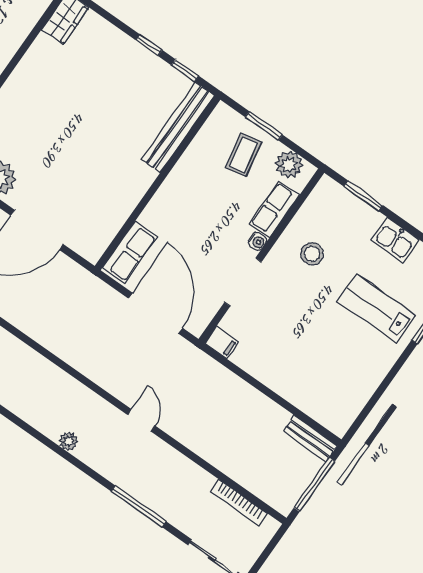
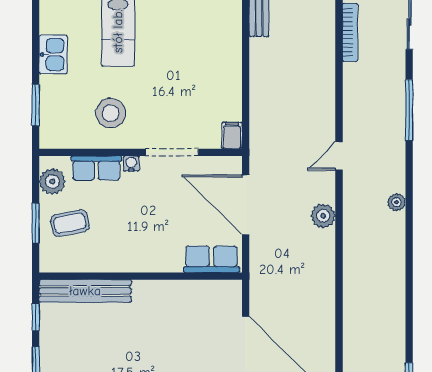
stool: (312, 254) -> (111, 113), width x1.38, depth x1.38
door: (155, 313) -> (246, 205), hinge flipped
plant: (100, 372) -> (323, 216), added

